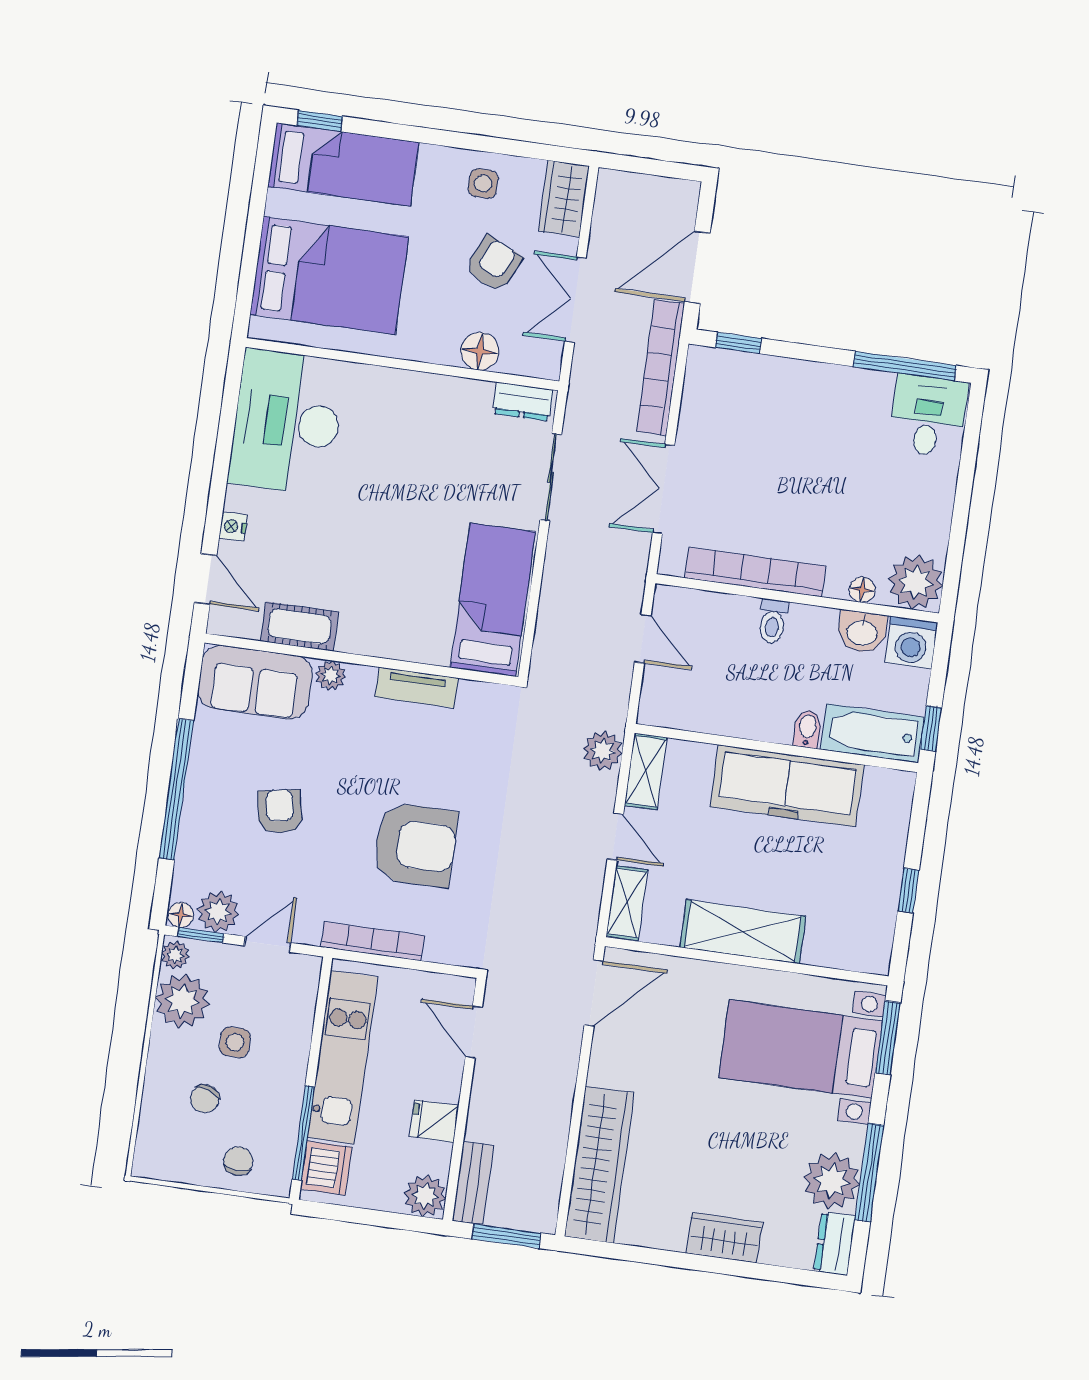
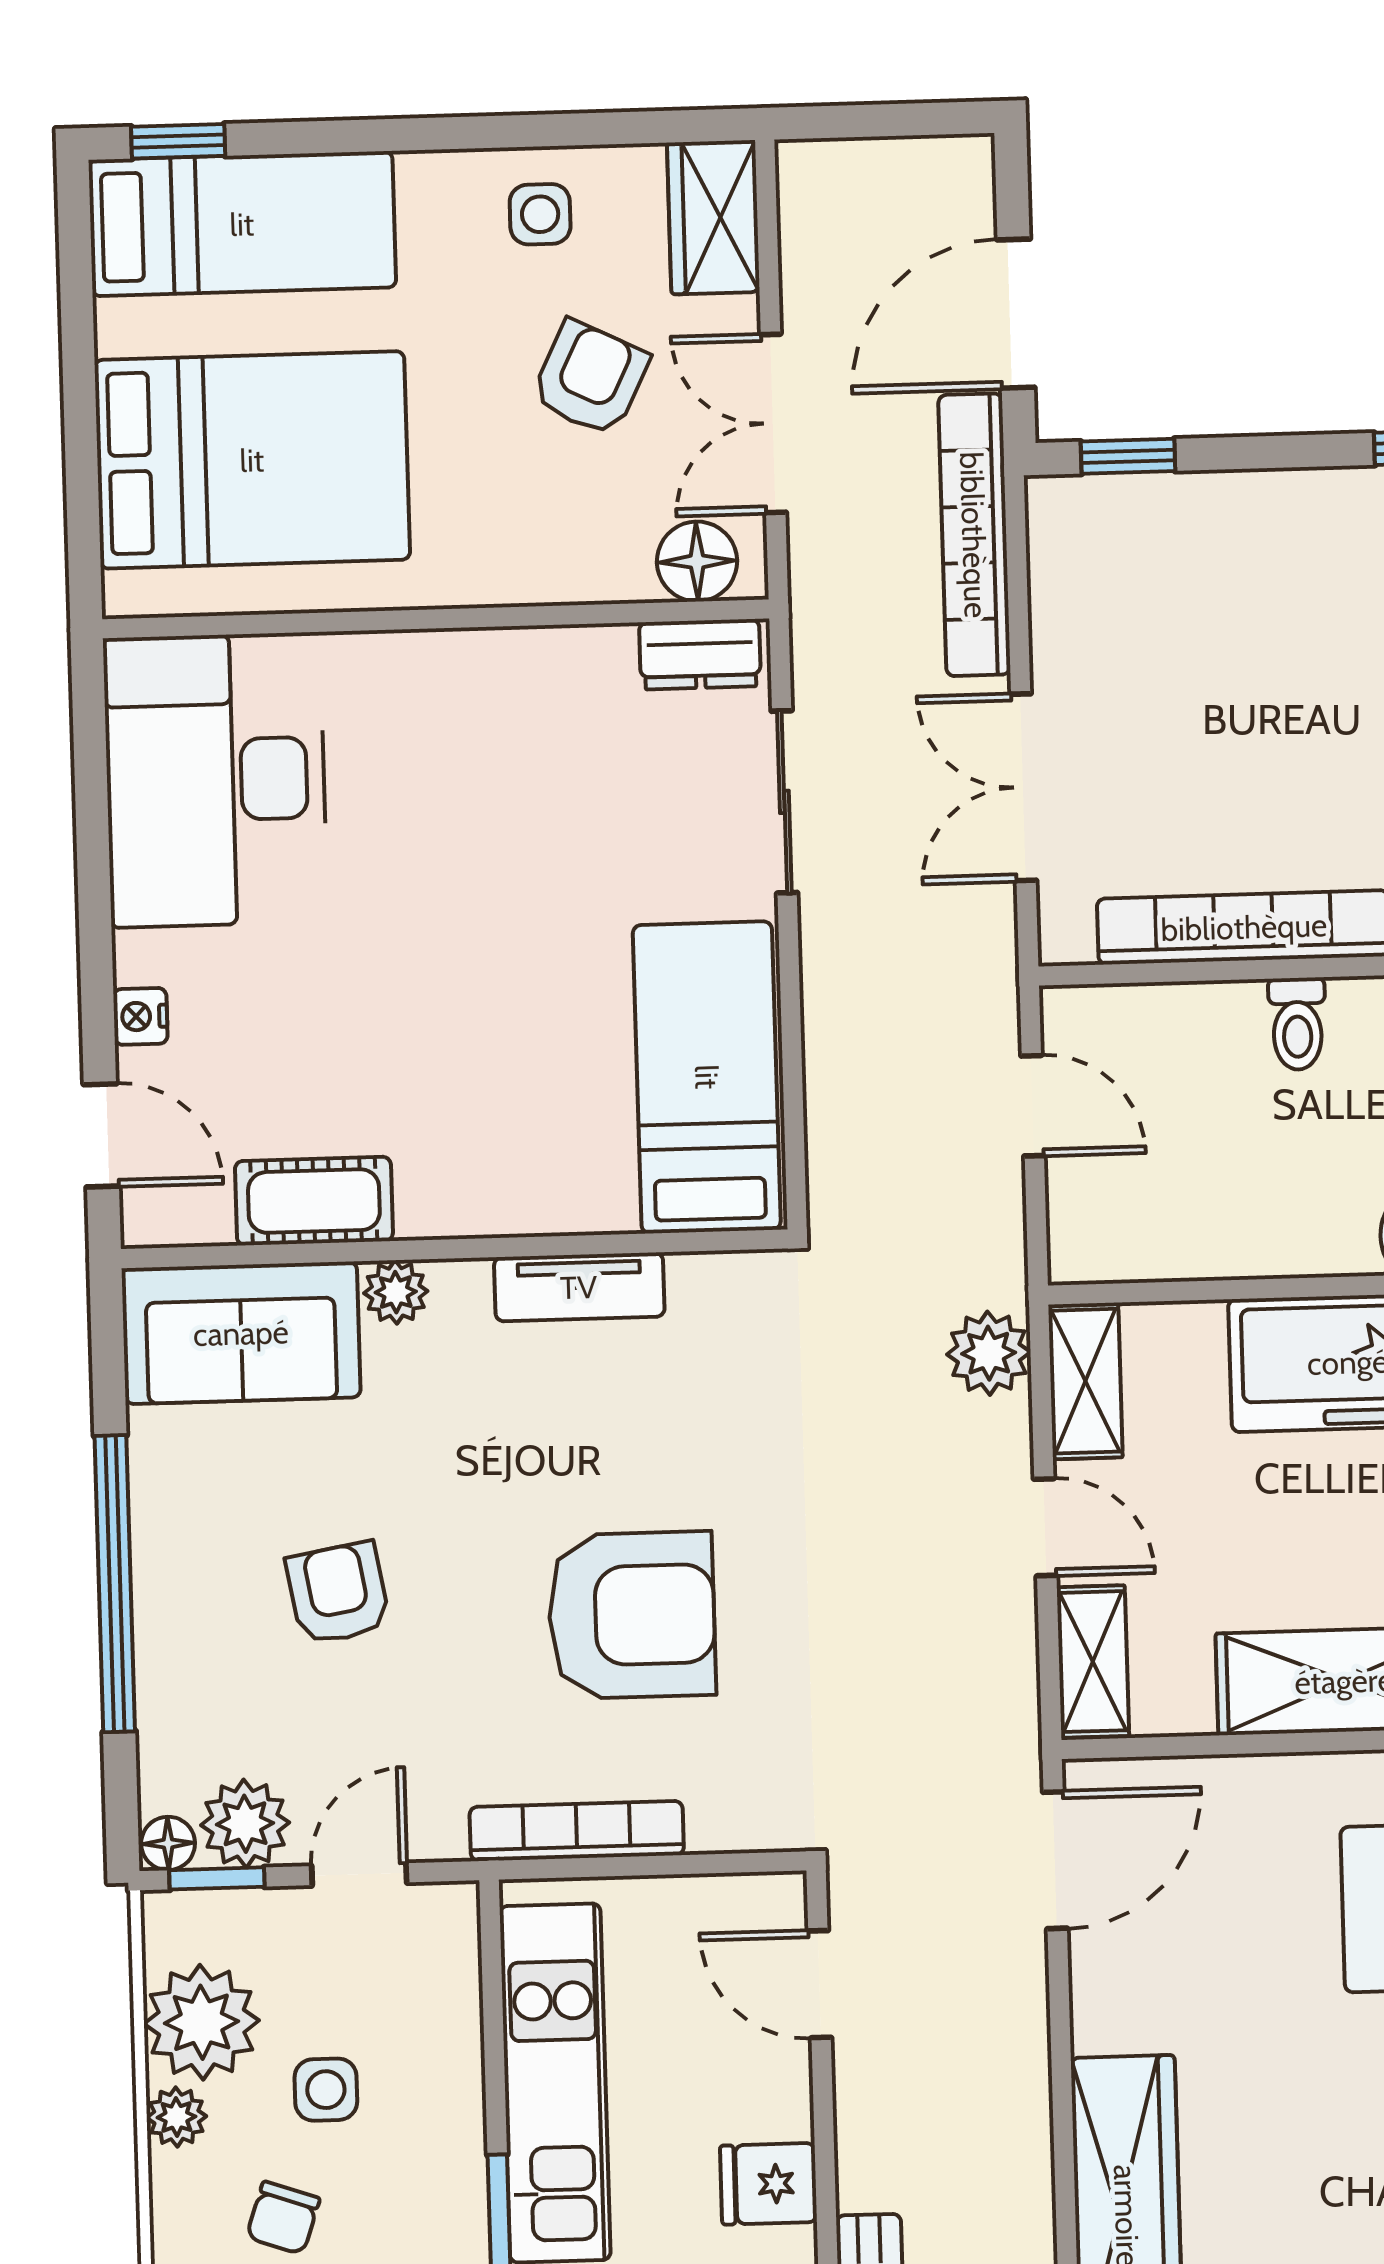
floor lamp: (480, 351) -> (697, 561), moved
plant: (175, 955) -> (176, 2117), moved

